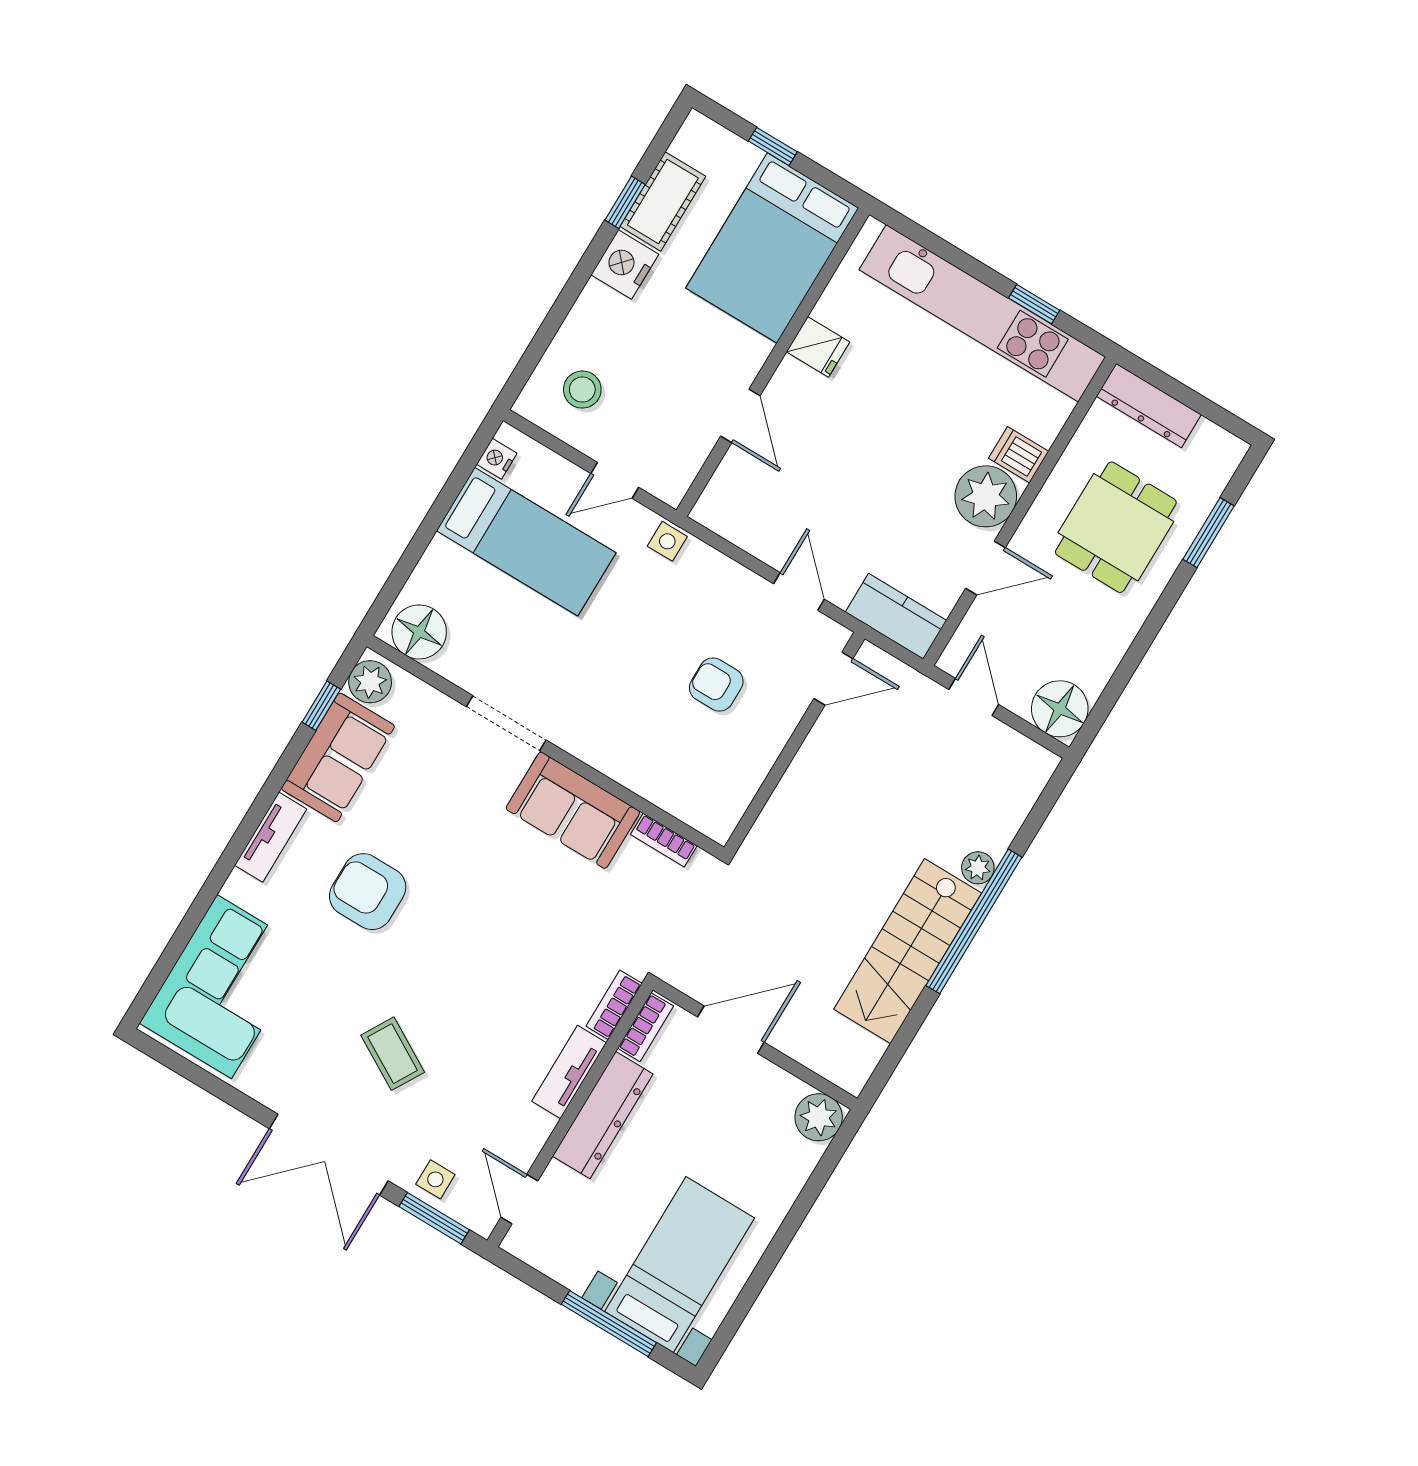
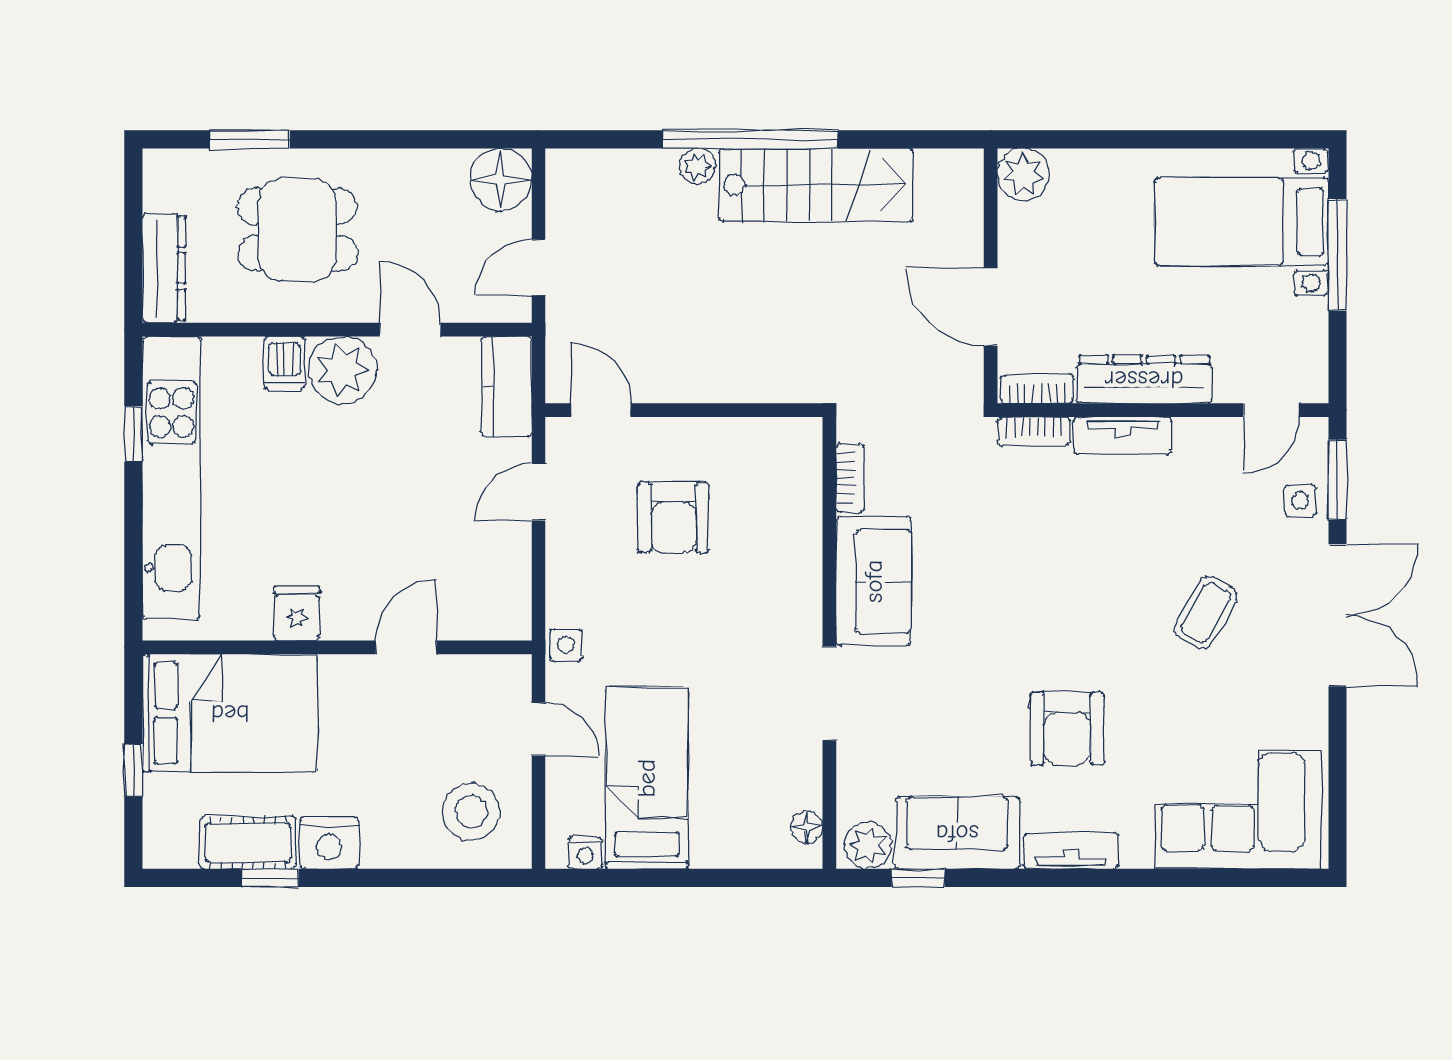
stool: (582, 390) -> (471, 812), width x1.38, depth x1.38
floor lamp: (419, 632) -> (807, 828), width x0.53, depth x0.53
armchair: (716, 685) -> (673, 517), width x1.38, depth x1.38

